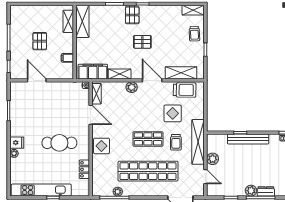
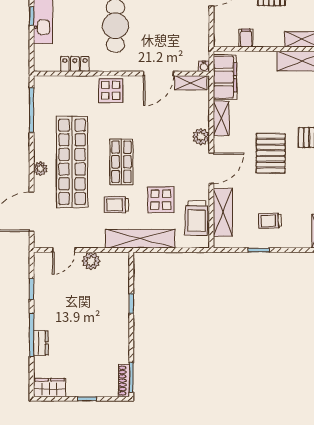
trolley: (194, 34) -> (270, 221), moved
pallet: (142, 42) -> (271, 153), width x1.50, depth x1.42
bench: (248, 139) -> (121, 316), removed
shelving: (198, 142) -> (140, 239), moved
plant: (251, 191) -> (42, 320), removed
plant: (118, 192) -> (41, 169), moved

